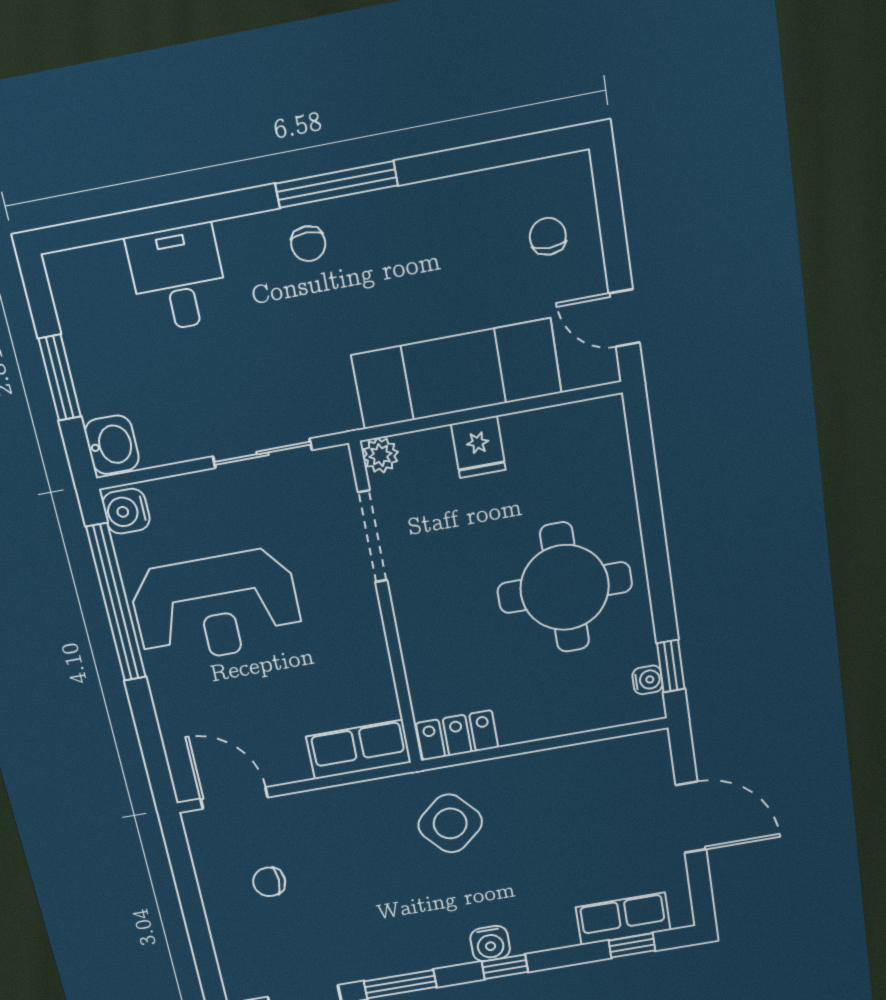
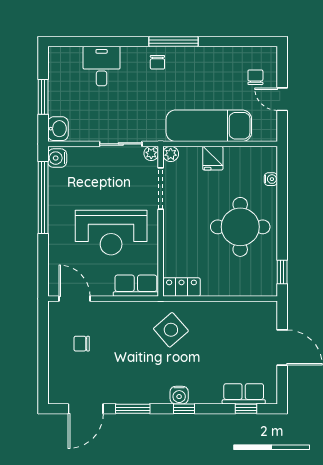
door: (624, 318) -> (282, 99), moved
plant: (336, 462) -> (151, 153), added
reception desk: (216, 607) -> (111, 233), moved
water cooler: (648, 680) -> (271, 179), moved

